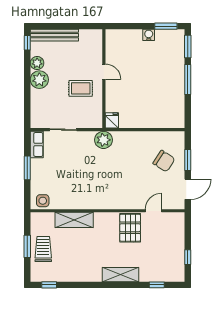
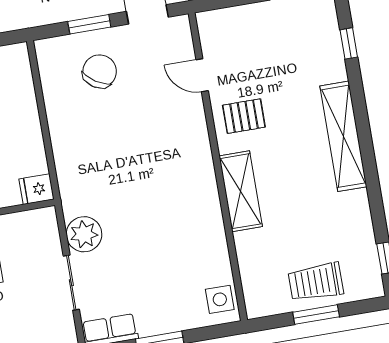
plant: (104, 140) -> (84, 234), moved
shelving: (74, 220) -> (241, 191), moved
pallet: (130, 228) -> (244, 116), width x0.67, depth x0.71
shelving: (120, 275) -> (343, 136), width x1.47

